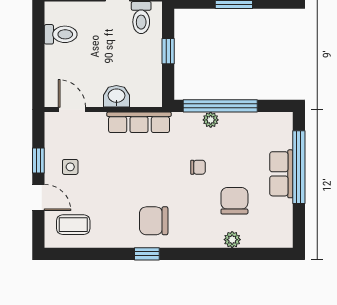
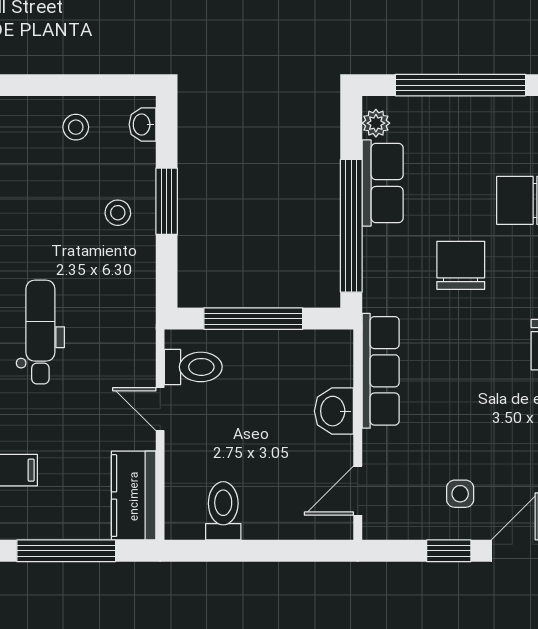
window: (168, 51) -> (253, 319), width x2.17
plant: (211, 120) -> (376, 123), moved
chair: (198, 167) -> (461, 265), width x1.87, depth x1.87
row of seats: (281, 174) -> (383, 183), moved, turned -90

